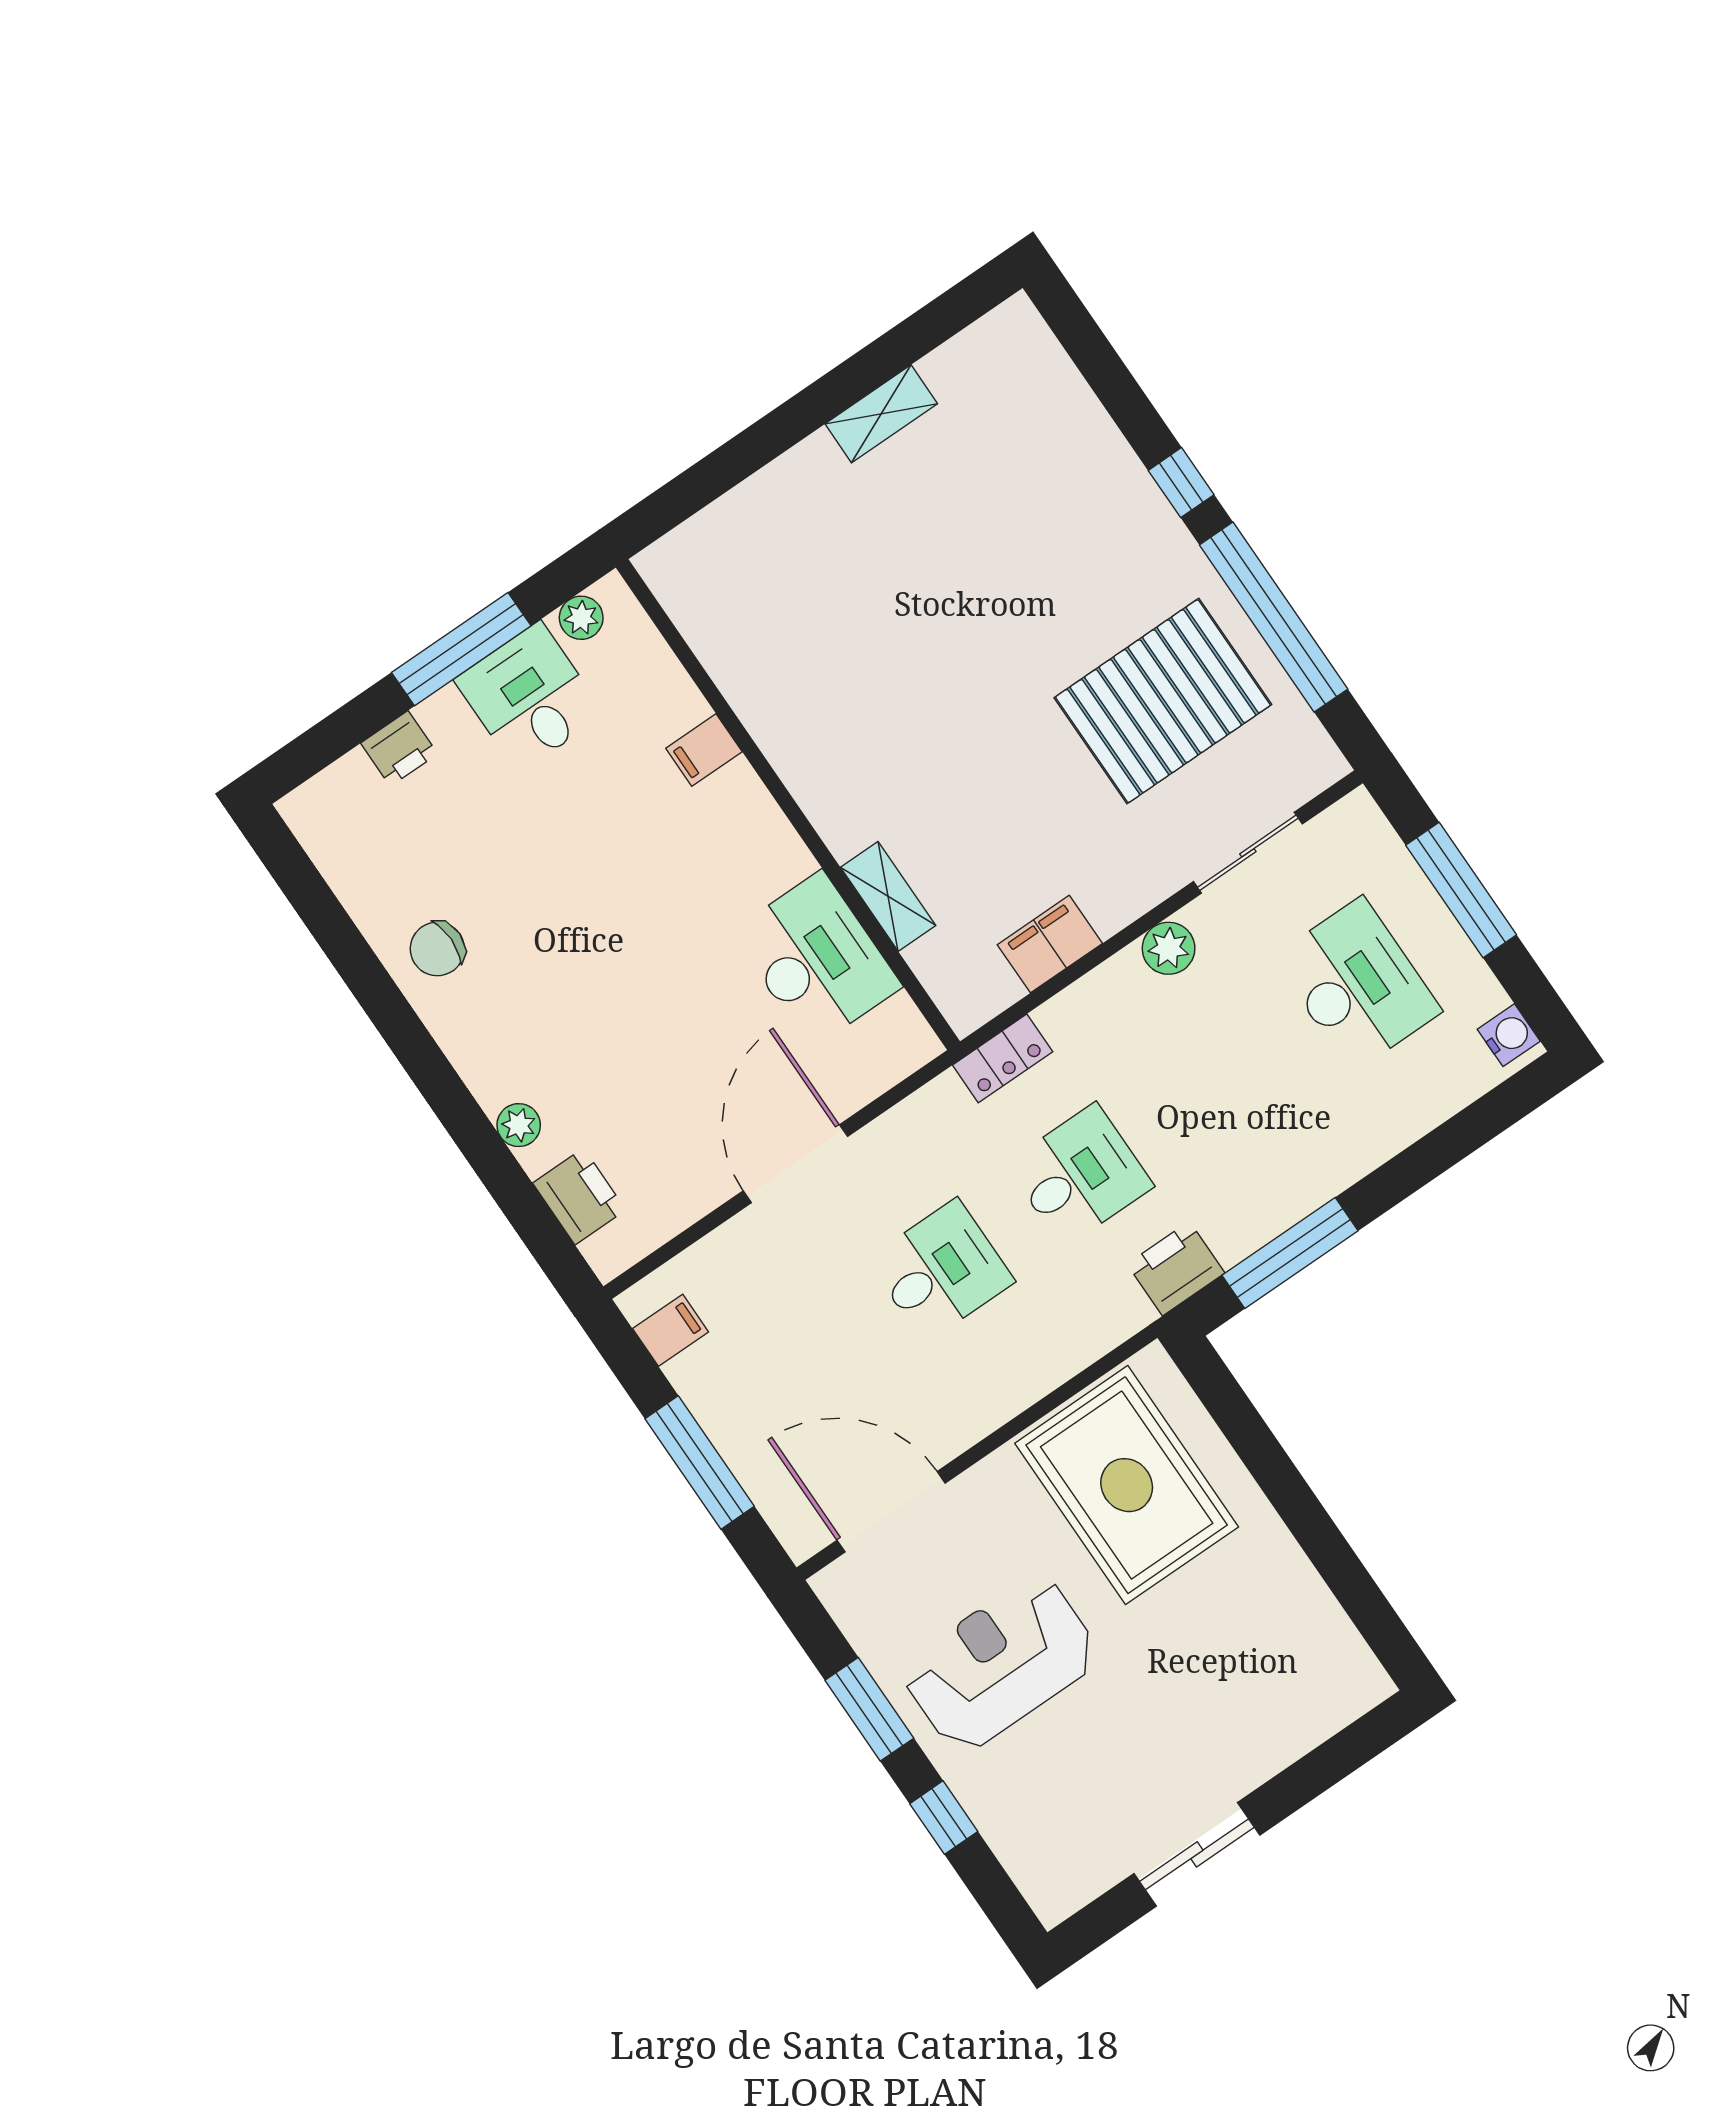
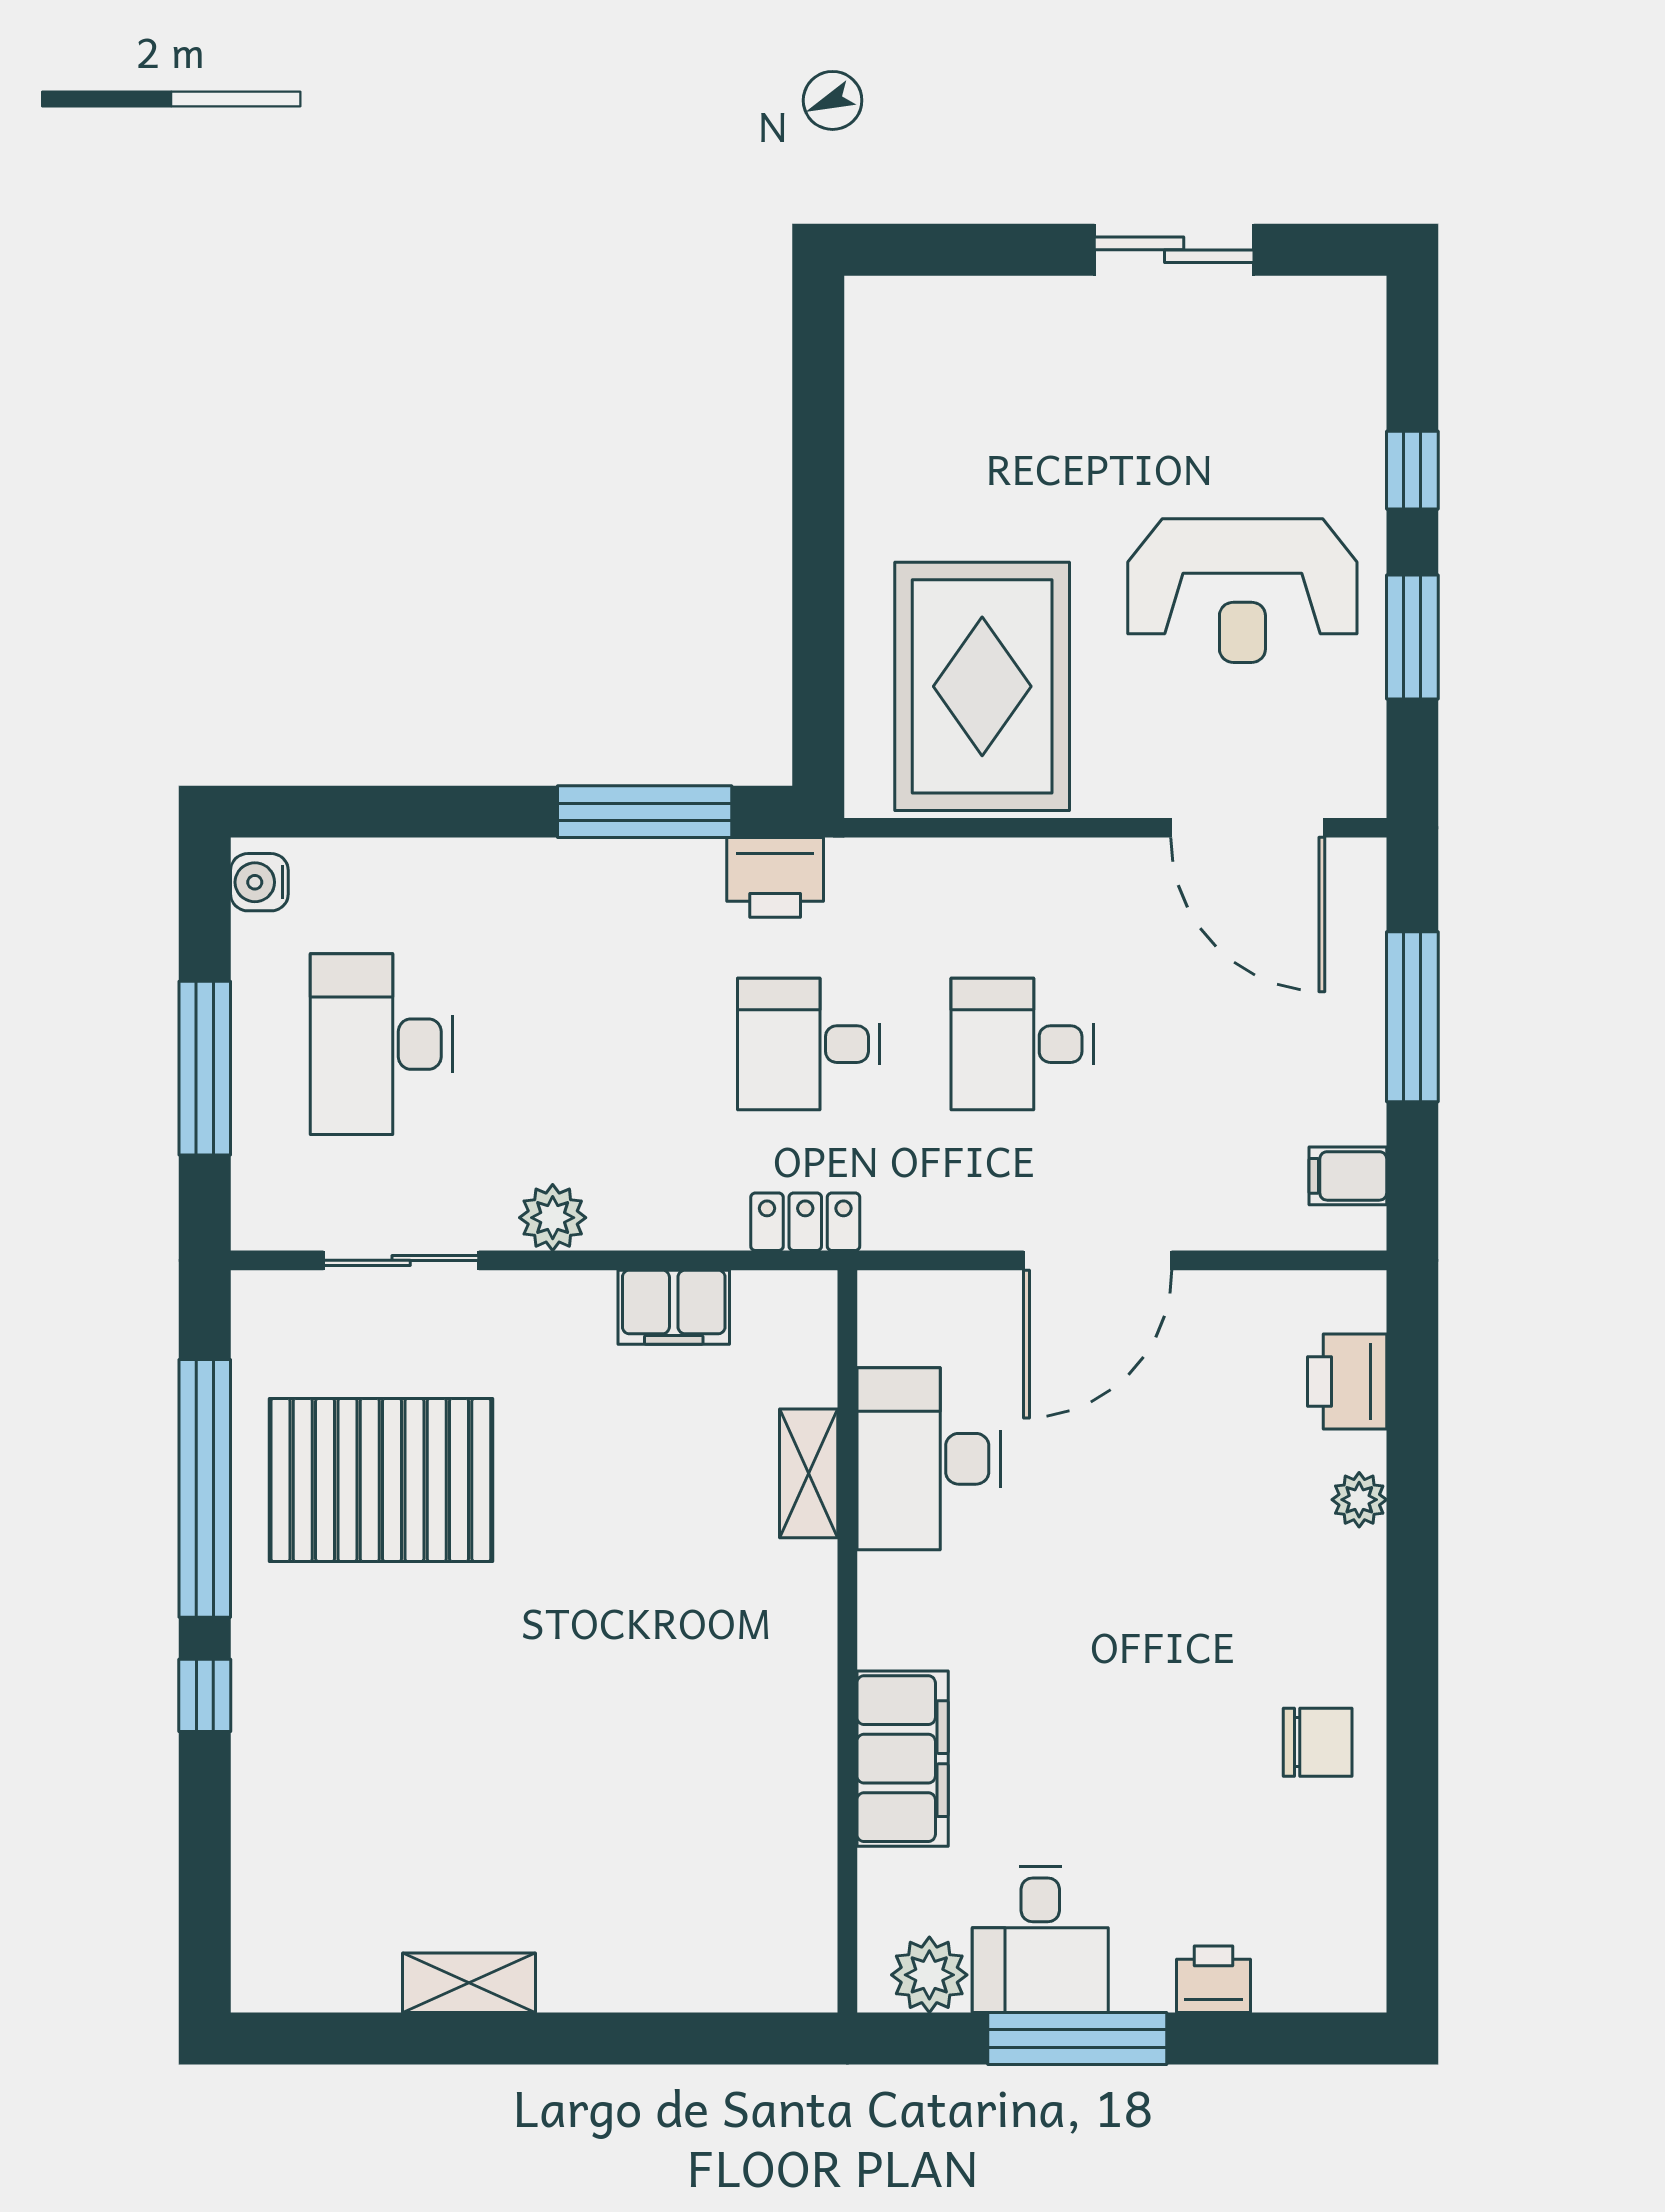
plant: (581, 618) -> (929, 1975), width x1.38, depth x1.38
filing cabinet: (704, 750) -> (903, 1759), width x3.00, depth x1.17

